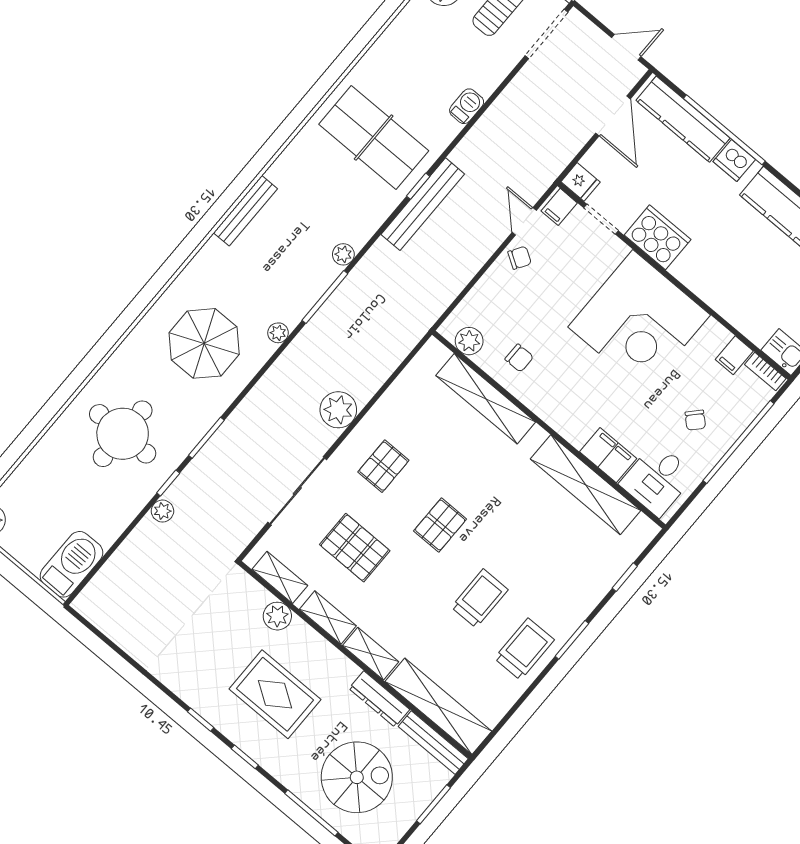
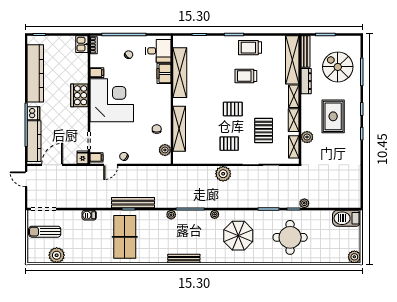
cooker: (658, 237) -> (79, 95), moved
filing cabinet: (734, 355) -> (97, 73), moved

